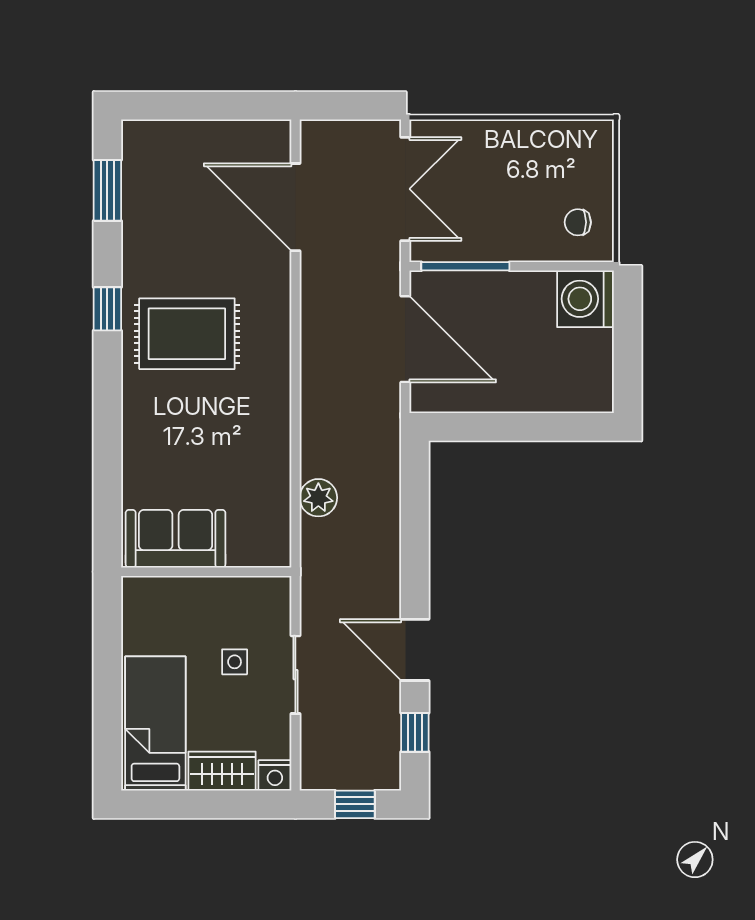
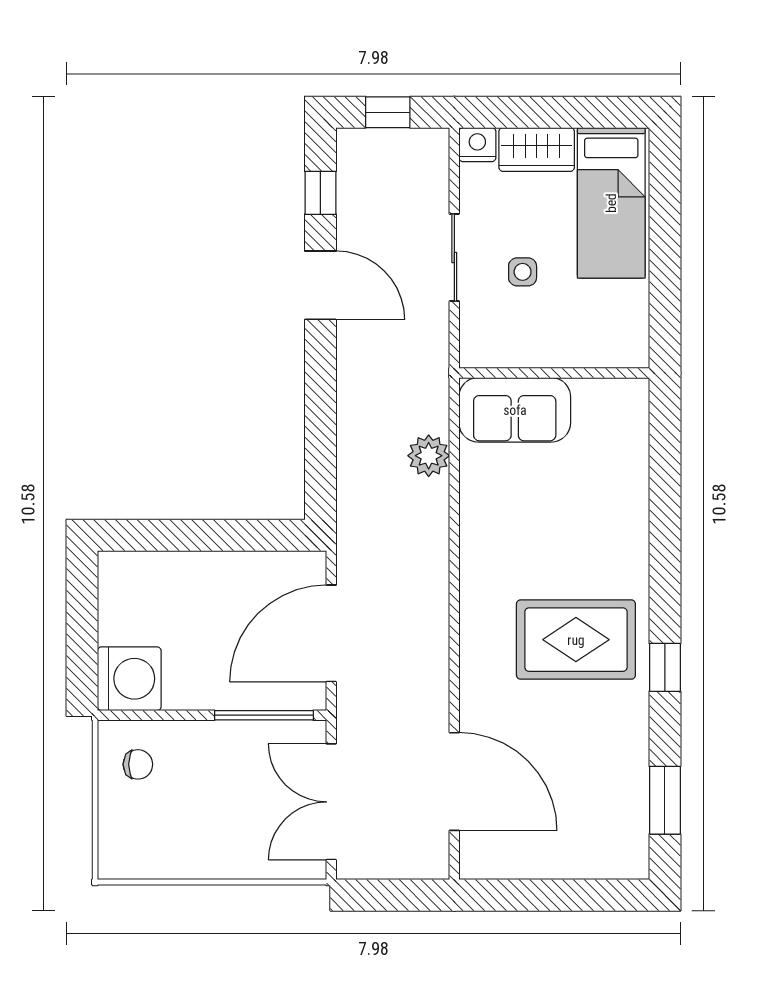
door: (405, 339) -> (331, 633), hinge flipped
sofa: (176, 539) -> (515, 410), moved

